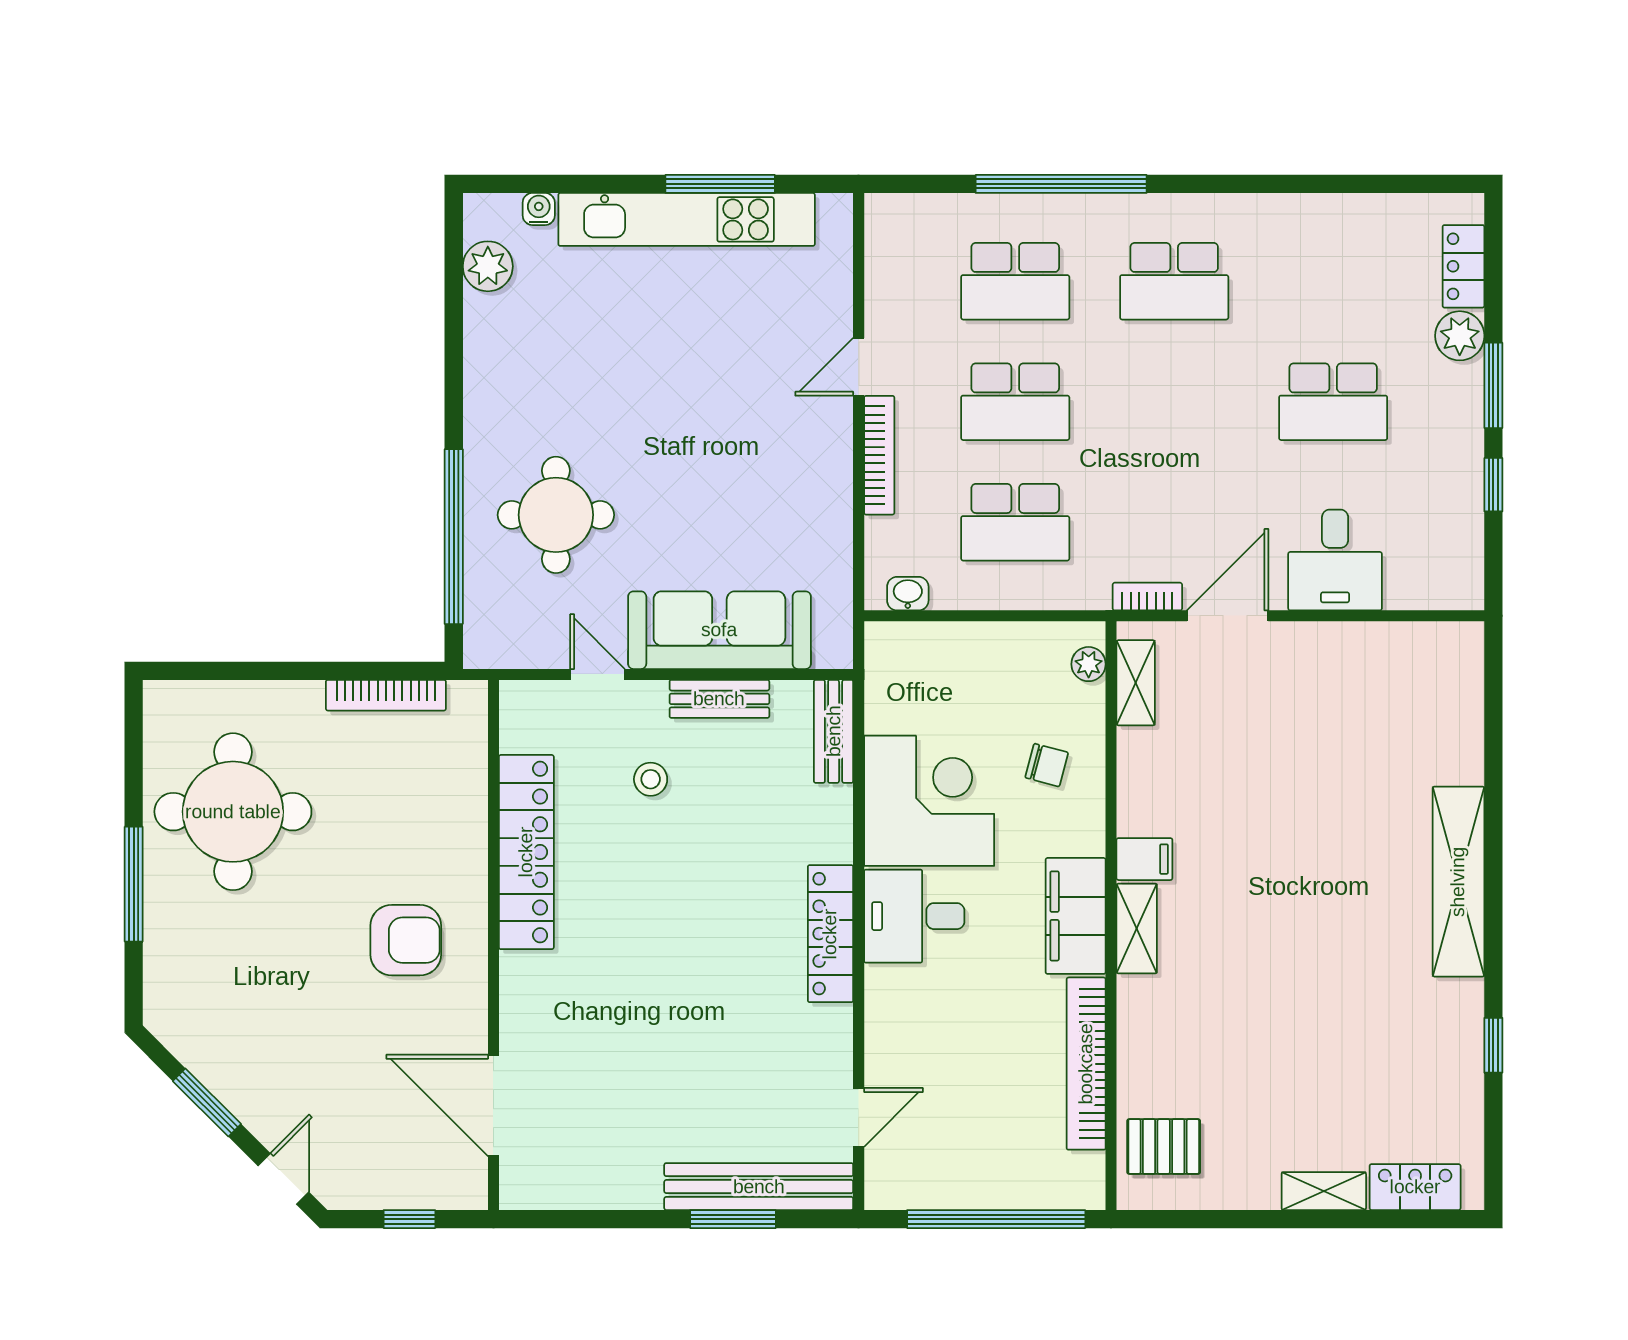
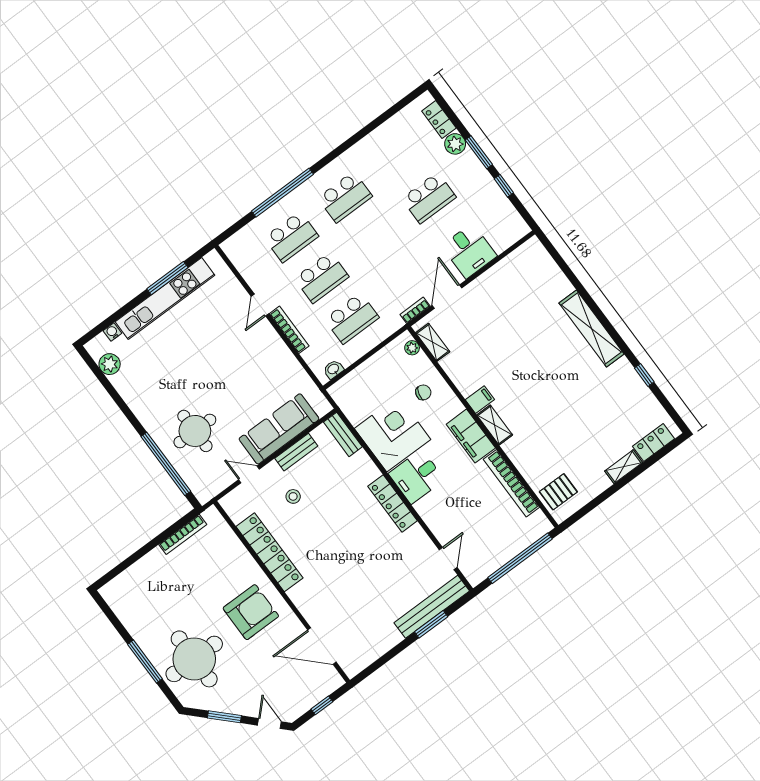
round table: (233, 812) -> (194, 659), moved
armchair: (406, 940) -> (251, 612), width x1.36, depth x1.36

